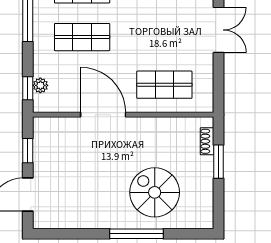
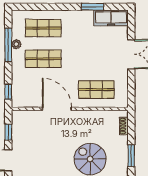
plant: (40, 85) -> (16, 44), moved
window: (219, 162) -> (131, 156), moved

